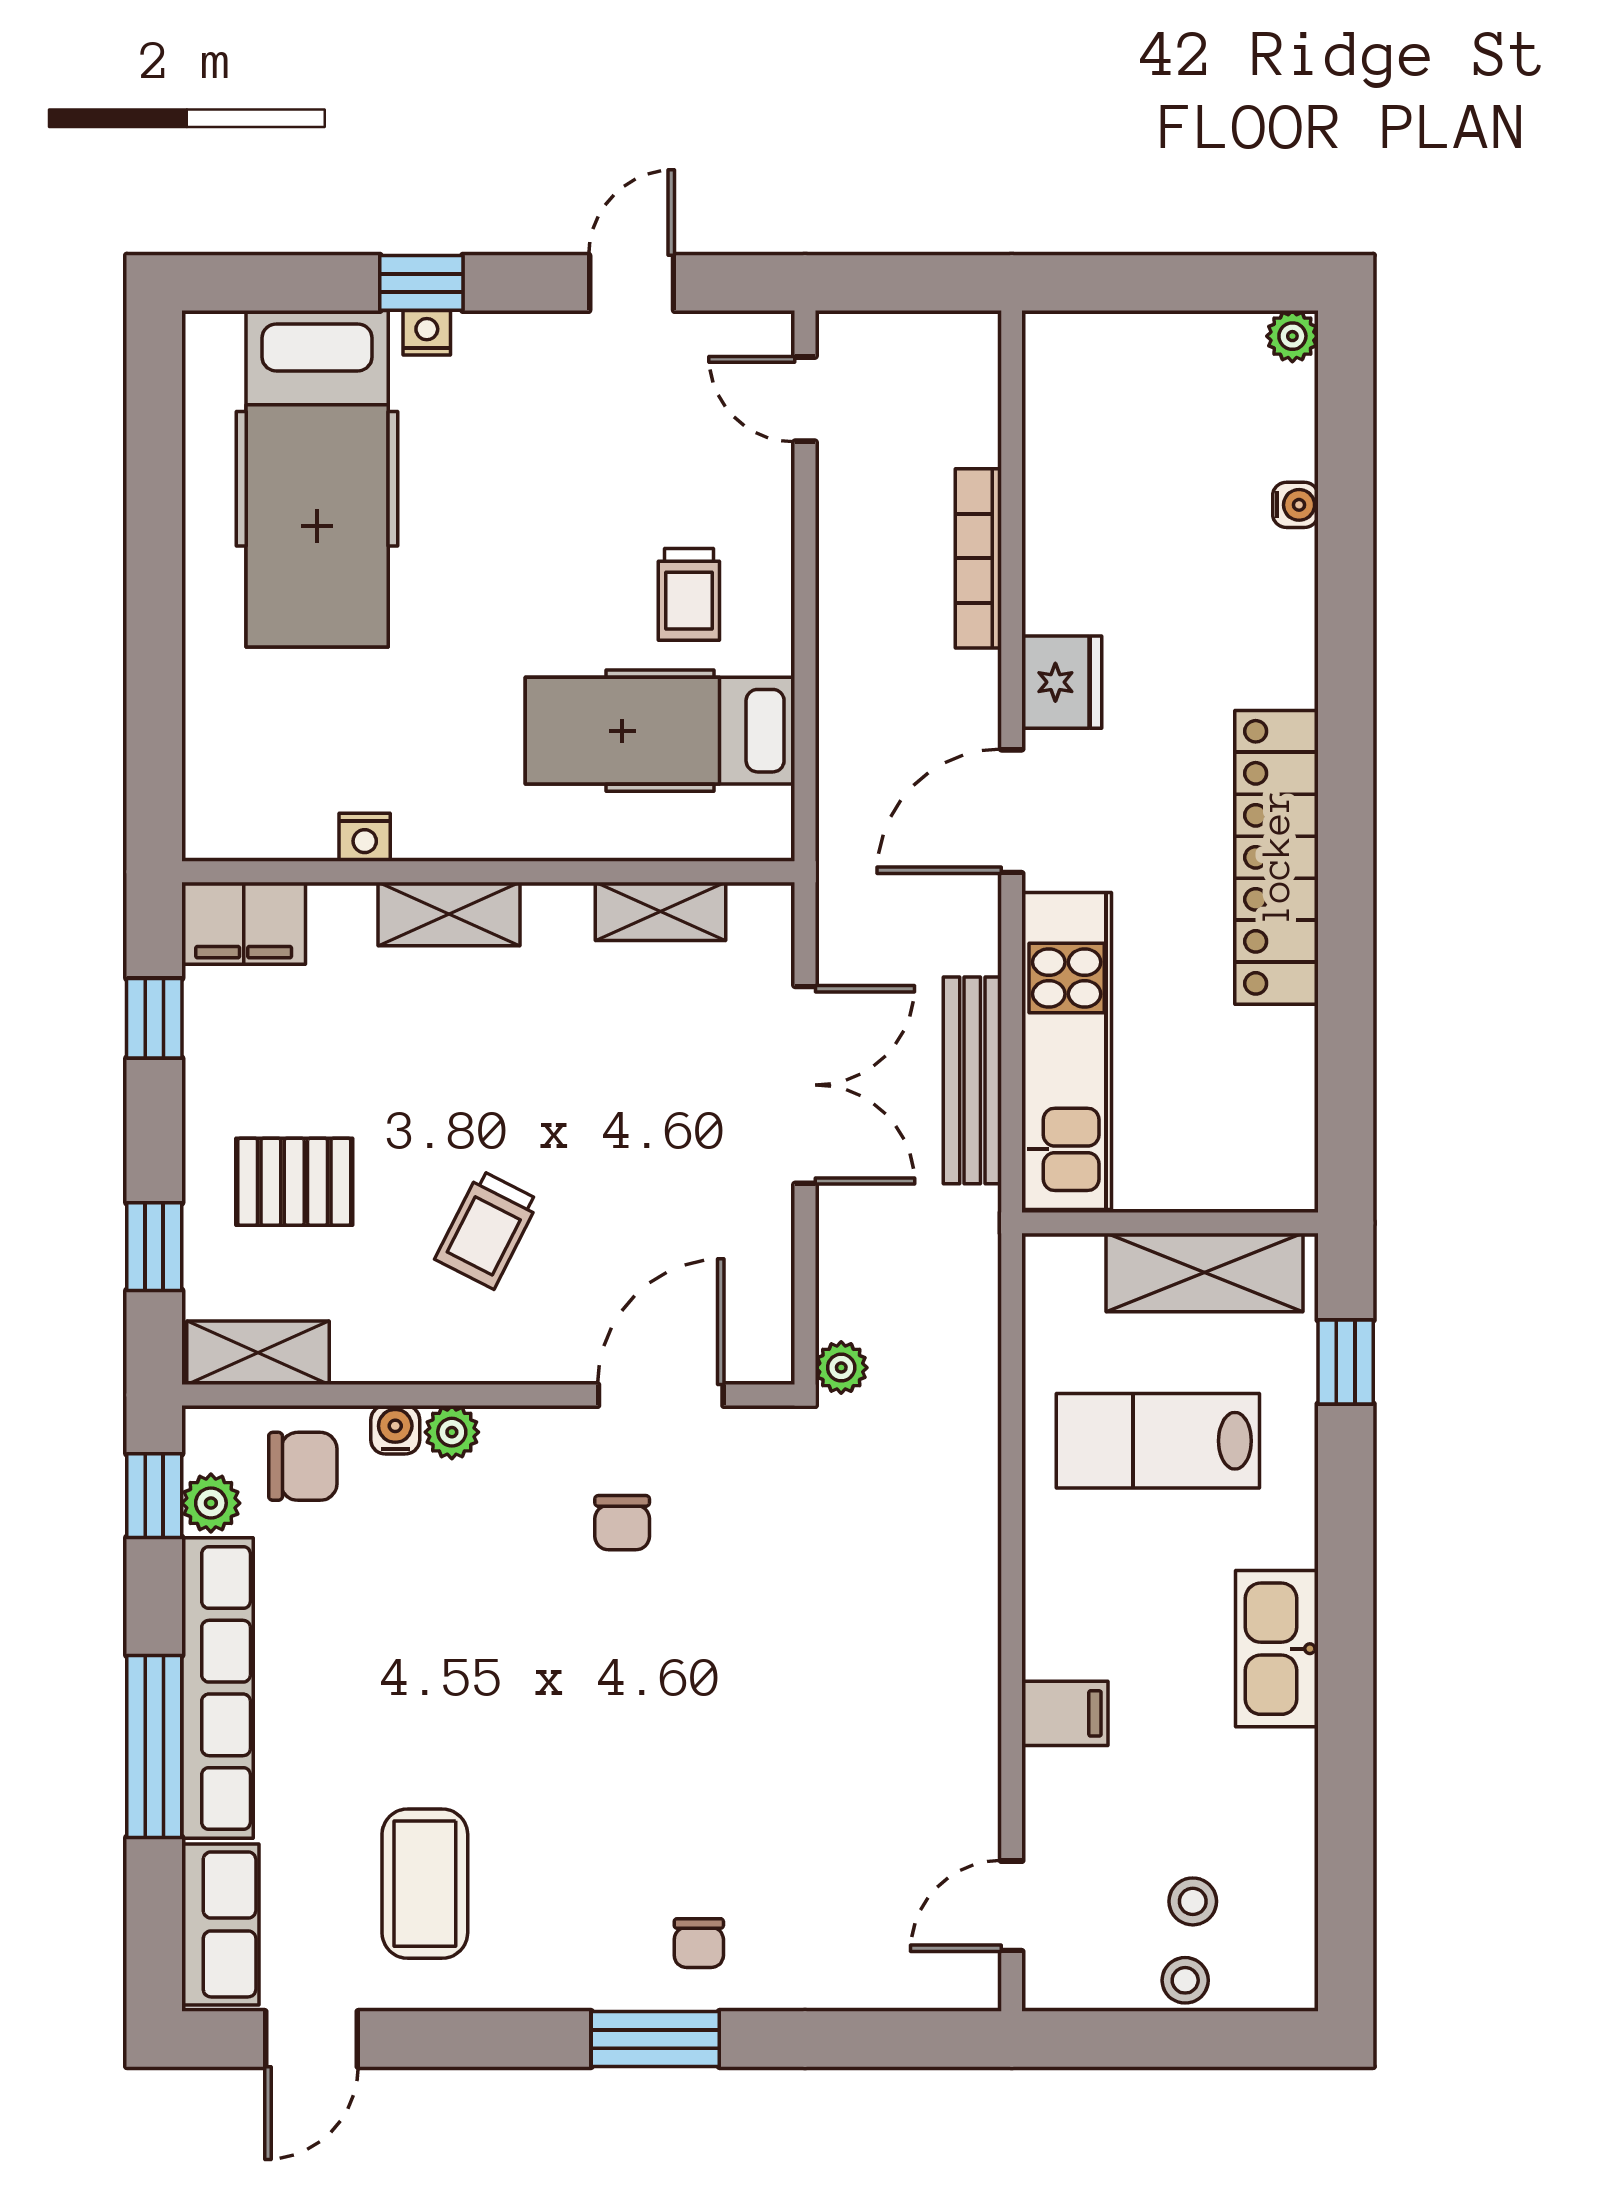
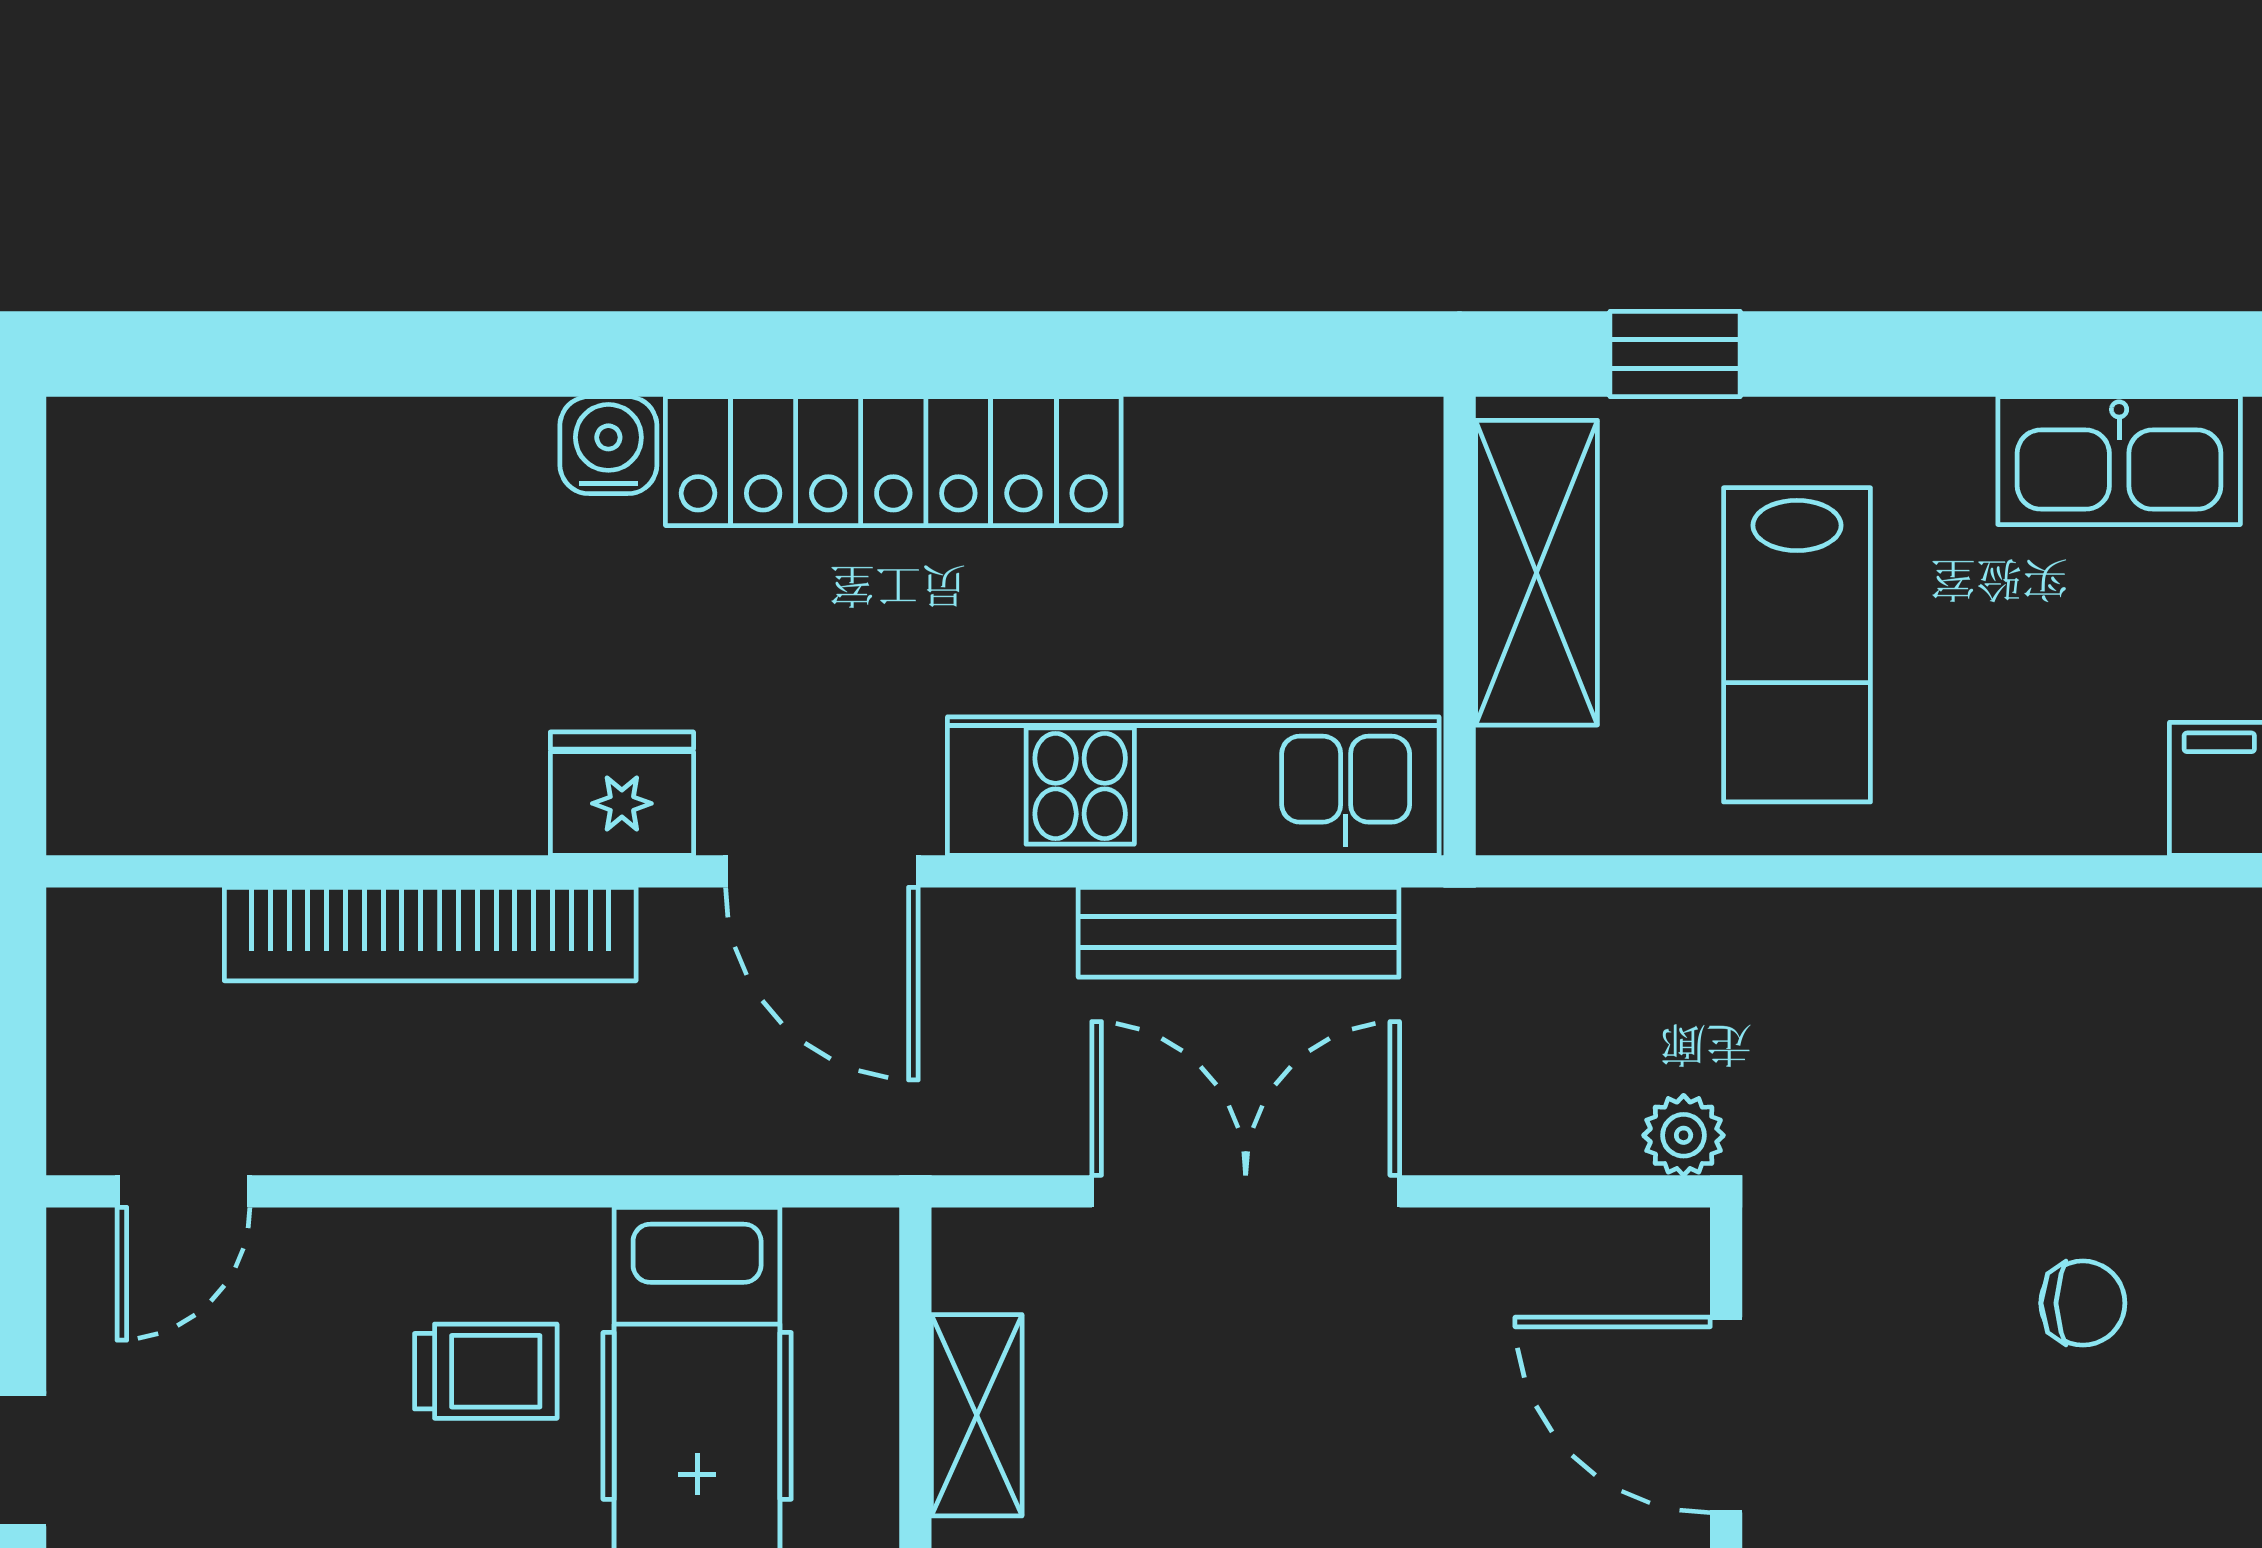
plant: (1292, 336) -> (86, 436), removed
water cooler: (1295, 505) -> (608, 445), moved, width x1.38, depth x1.38
bookcase: (978, 558) -> (430, 934), width x1.48, depth x1.31
chair: (622, 1523) -> (2083, 1303), moved

